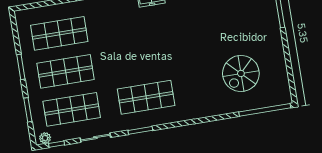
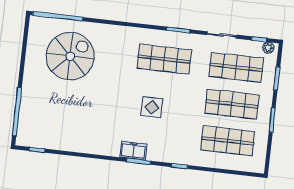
display table: (145, 46) -> (152, 107), added
spiral stairs: (241, 73) -> (70, 56), width x1.37, depth x1.37

